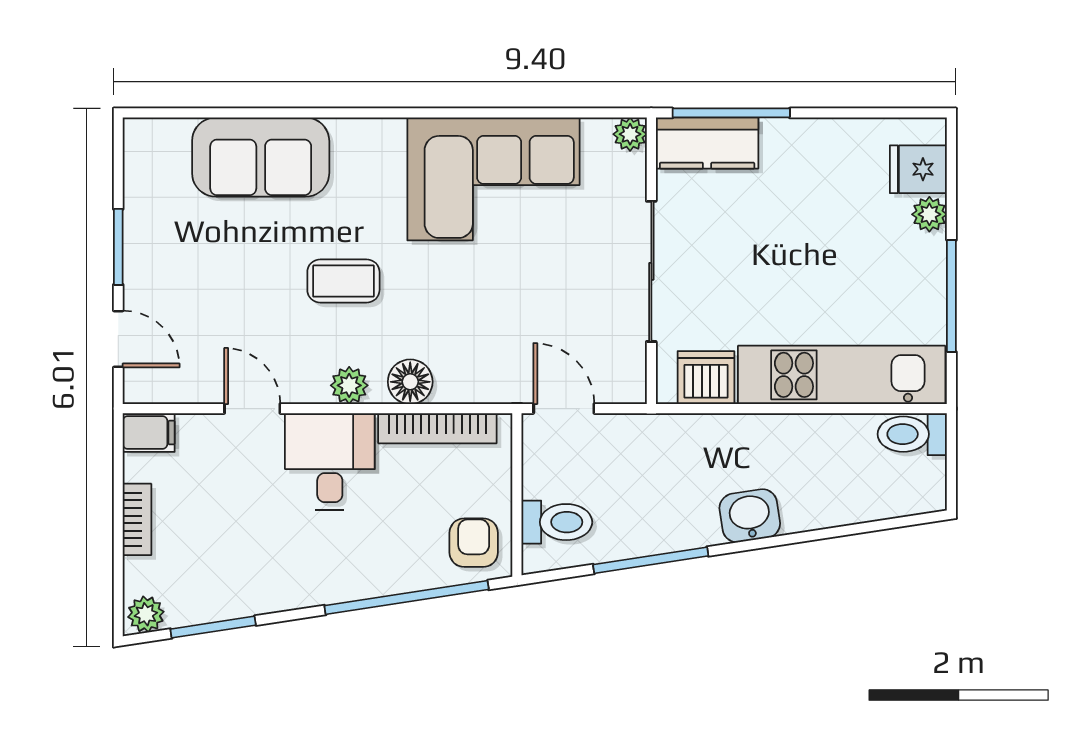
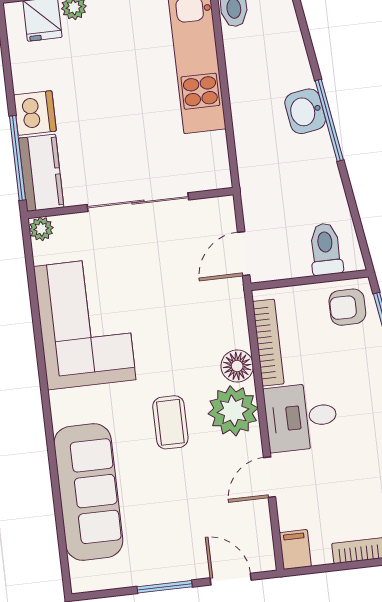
sofa: (261, 157) -> (88, 492), width x1.36
door: (118, 339) -> (231, 579), hinge flipped
dishwasher: (706, 378) -> (35, 113), moved, turned 180
plant: (349, 385) -> (233, 411), width x1.87, depth x1.87
window: (651, 560) -> (329, 120), moved

